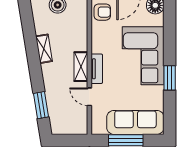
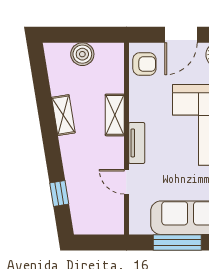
shelving: (81, 67) -> (115, 115), moved
window: (41, 105) -> (59, 194), width x0.67

